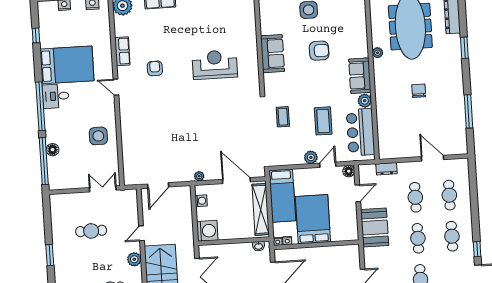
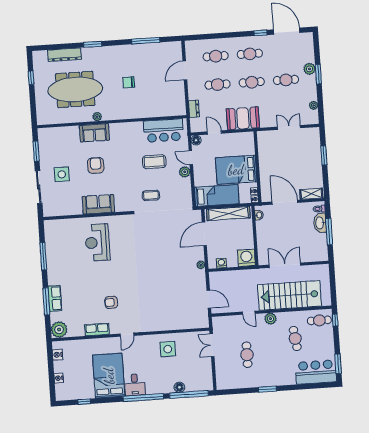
reception desk: (215, 65) -> (97, 243), moved
sofa: (360, 76) -> (94, 133), moved
plant: (365, 101) -> (137, 127), removed

